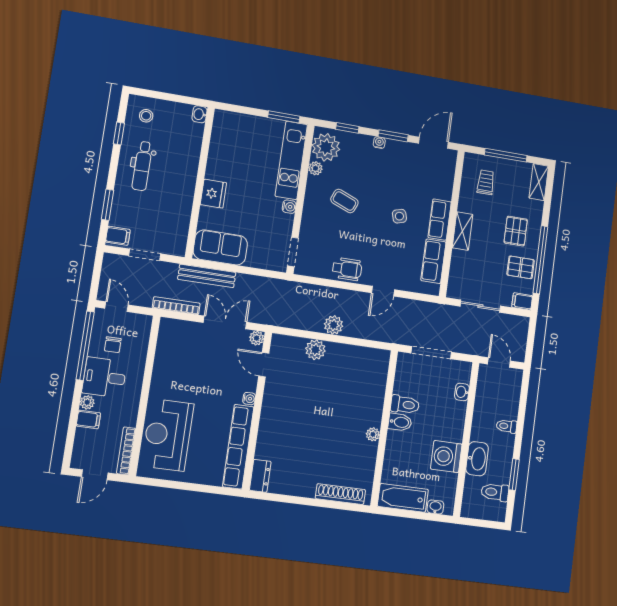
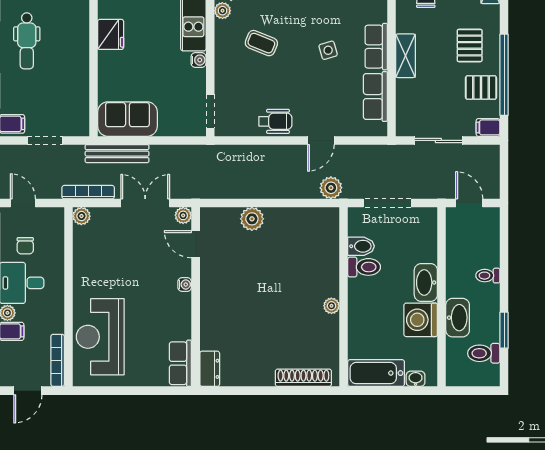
fridge: (213, 194) -> (111, 34), moved
plant: (334, 325) -> (331, 188), moved
plant: (167, 326) -> (81, 216), added
washbasin: (462, 392) -> (426, 283), moved, width x1.91, depth x1.45
bidet: (400, 422) -> (361, 246), moved
row of seats: (238, 447) -> (180, 363), width x0.50

